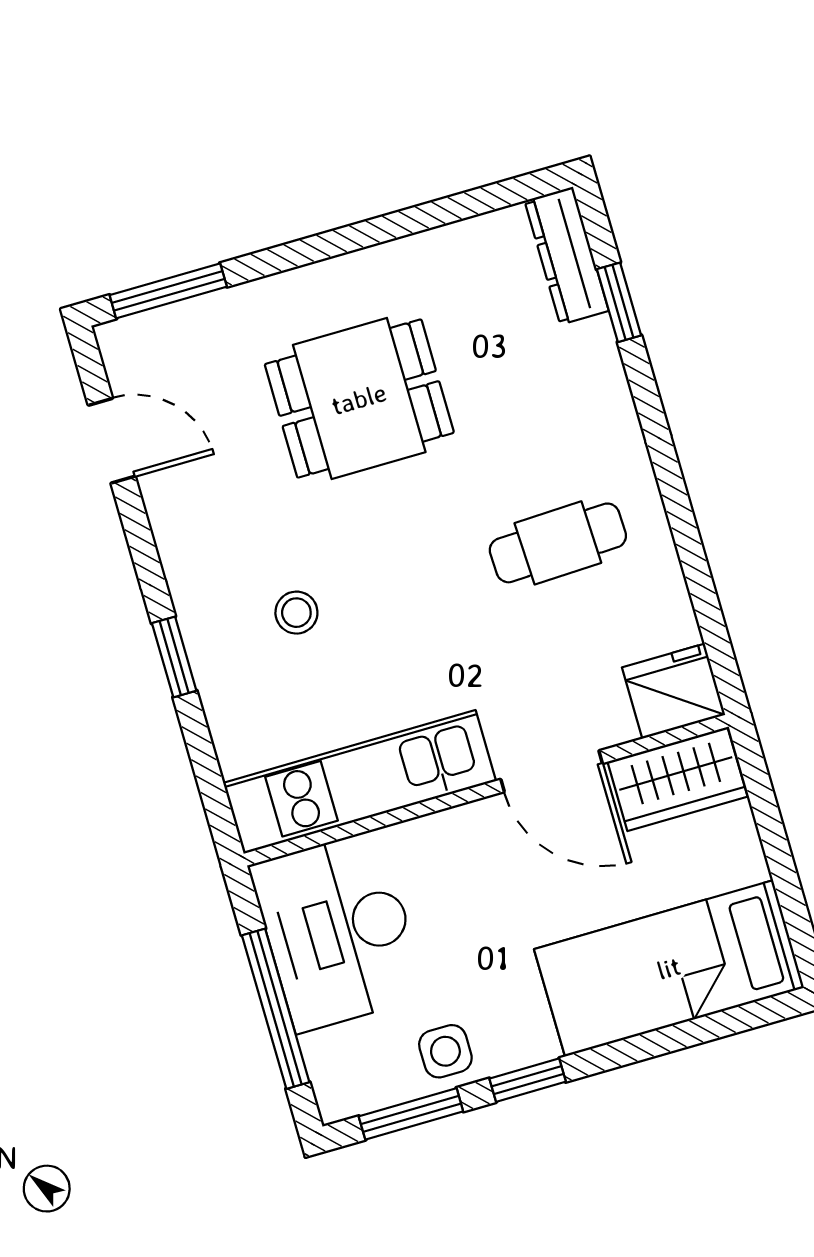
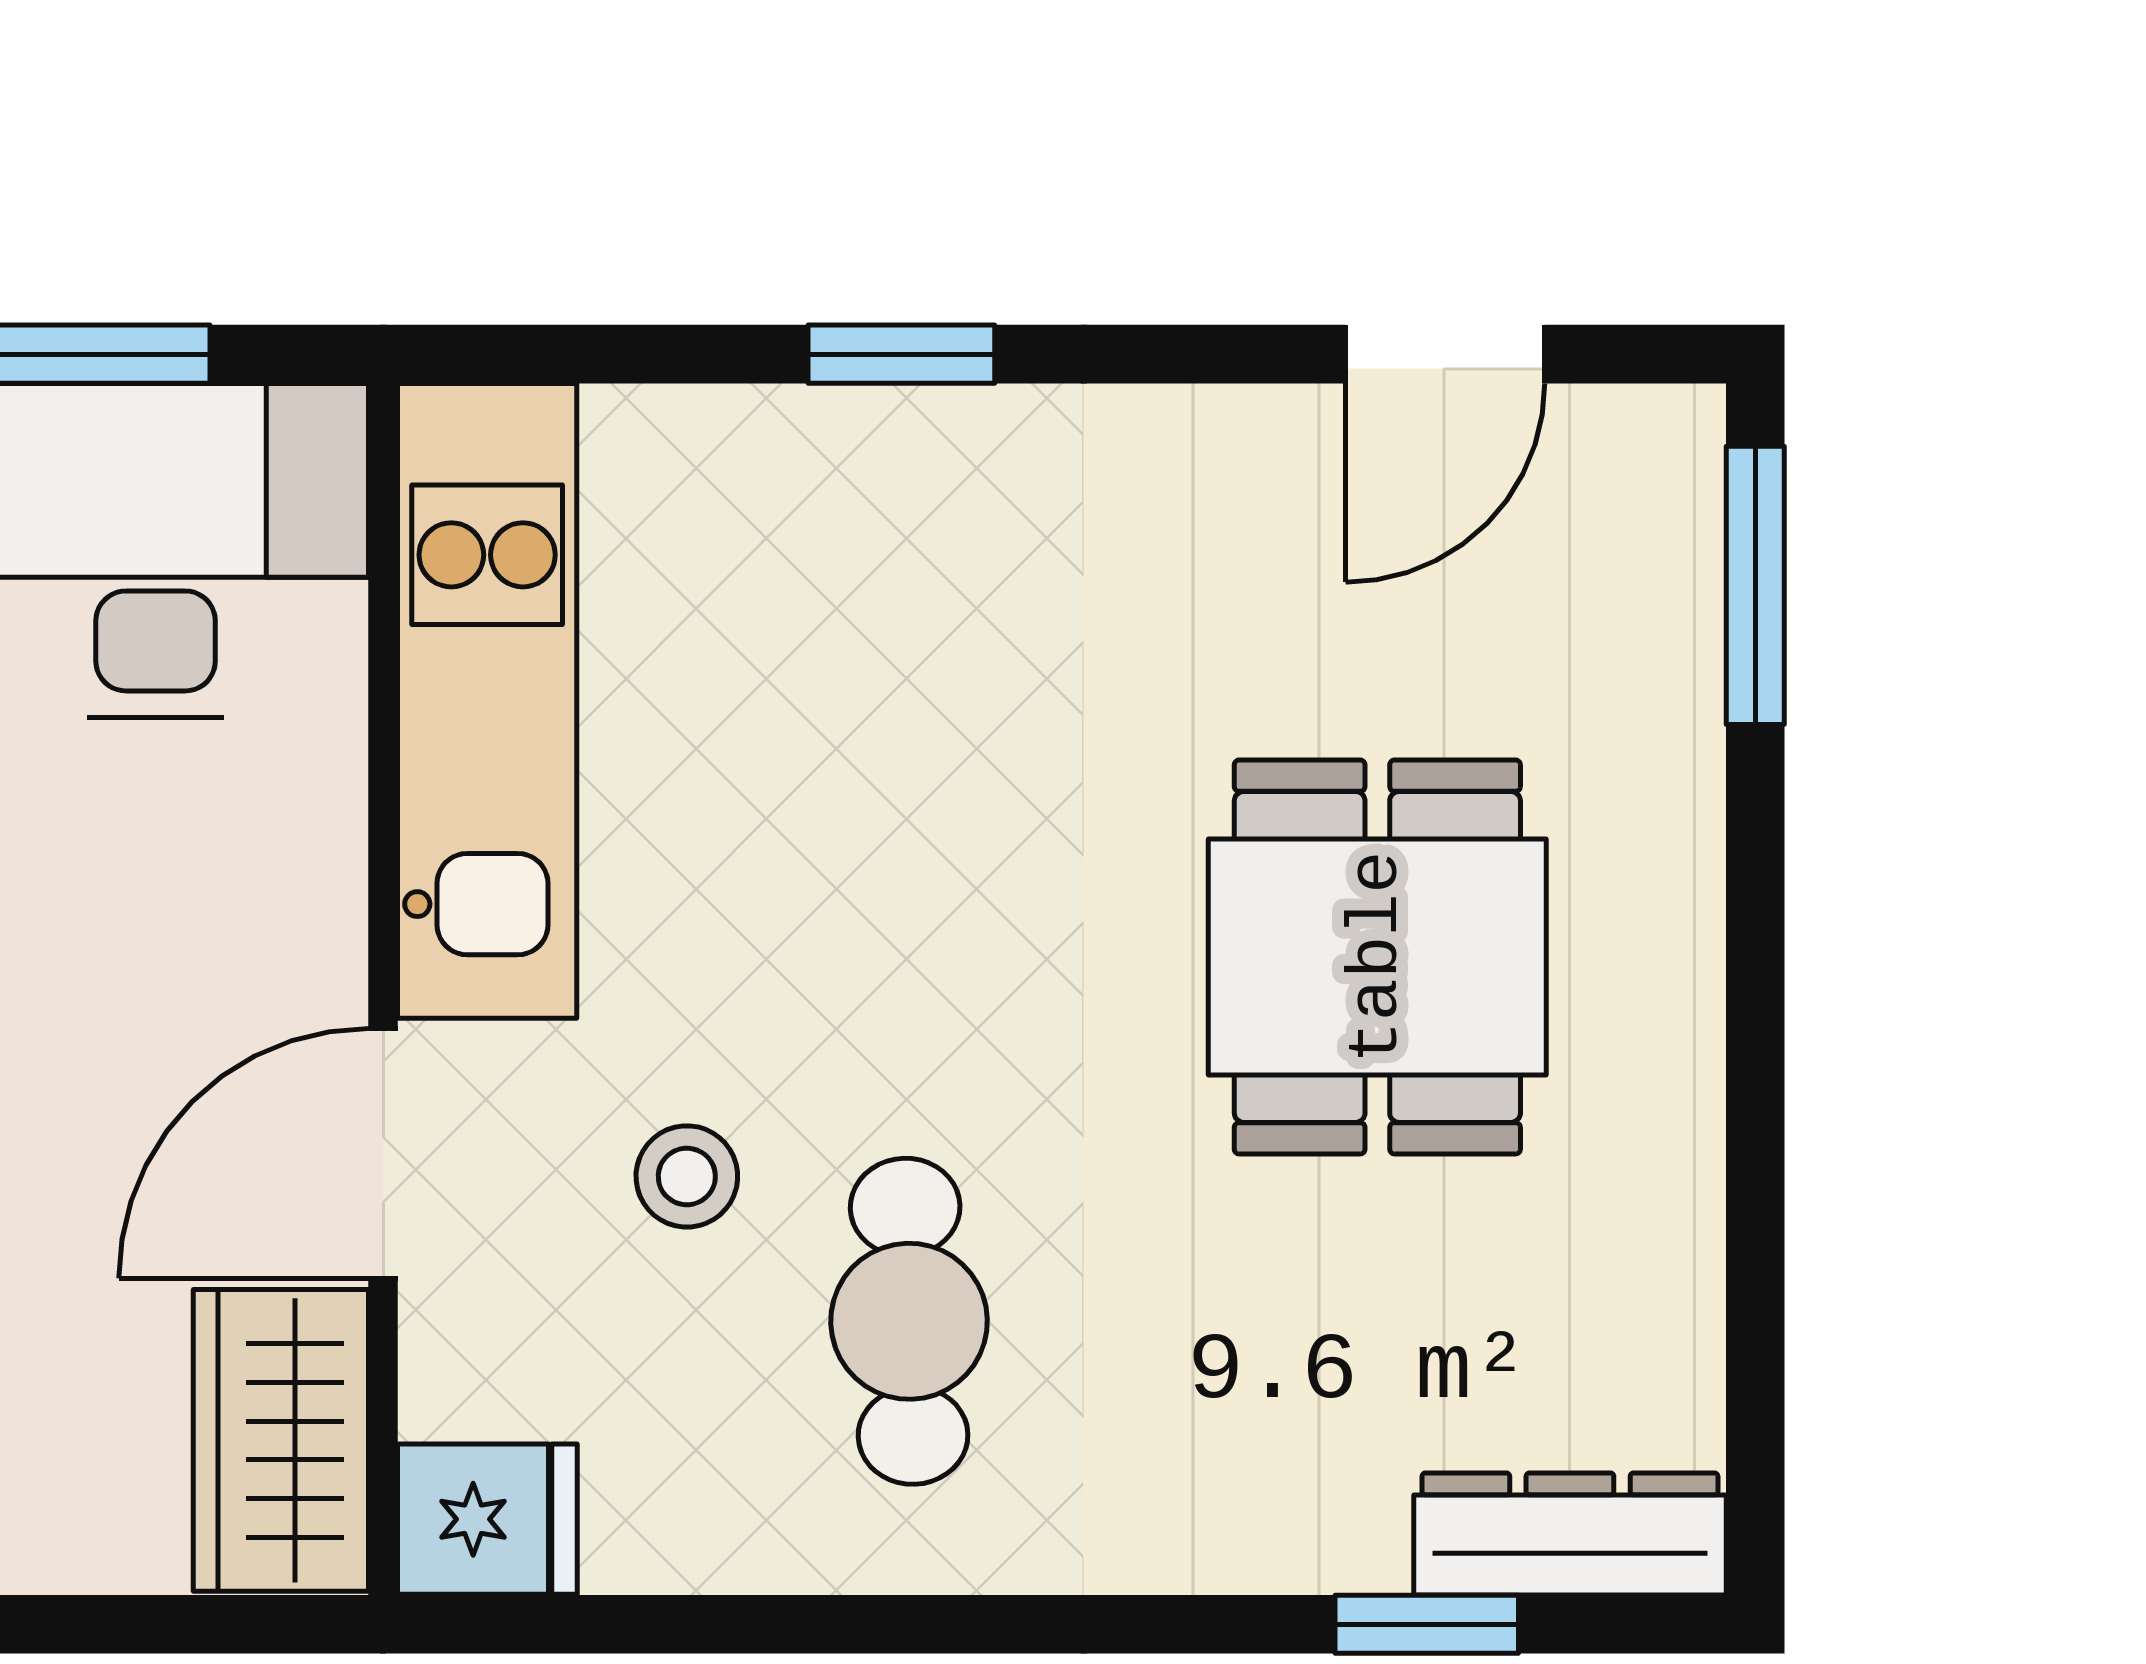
stool: (296, 613) -> (687, 1176), moved
fridge: (674, 691) -> (487, 1519), width x0.72

